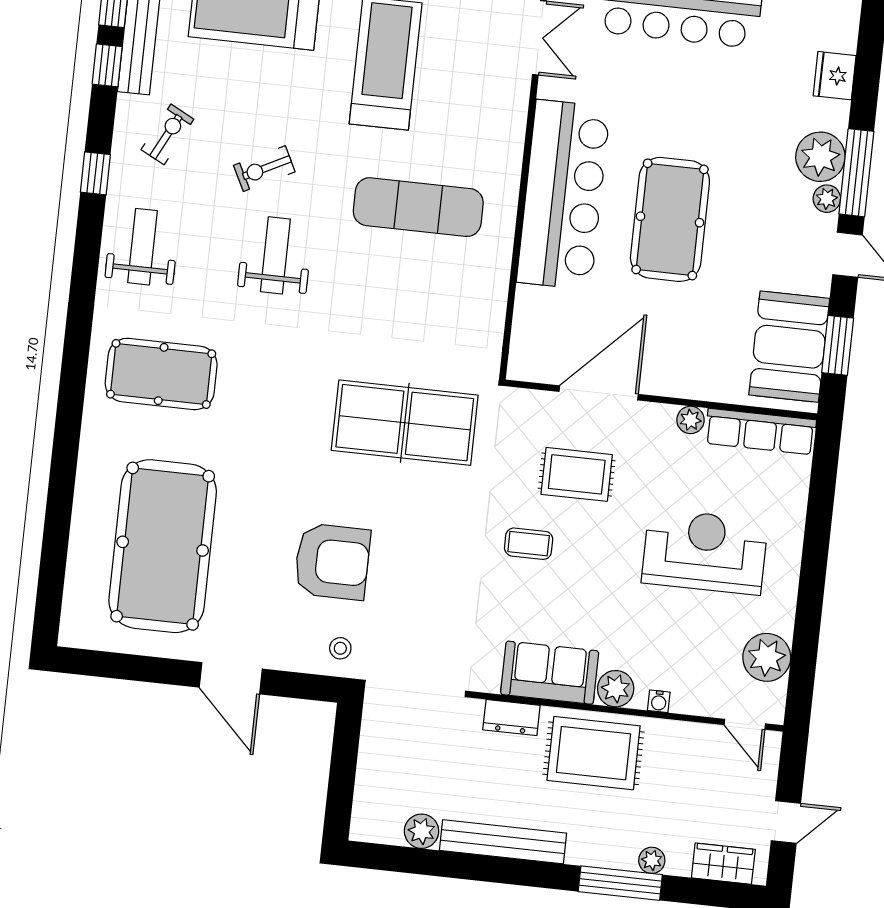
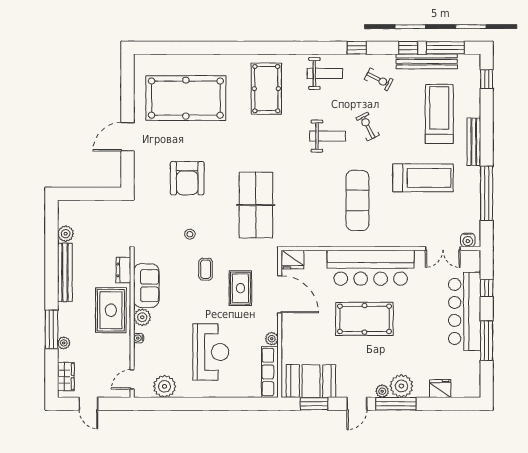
fridge: (528, 357) -> (293, 260), added
stool: (340, 648) -> (190, 234), moved

